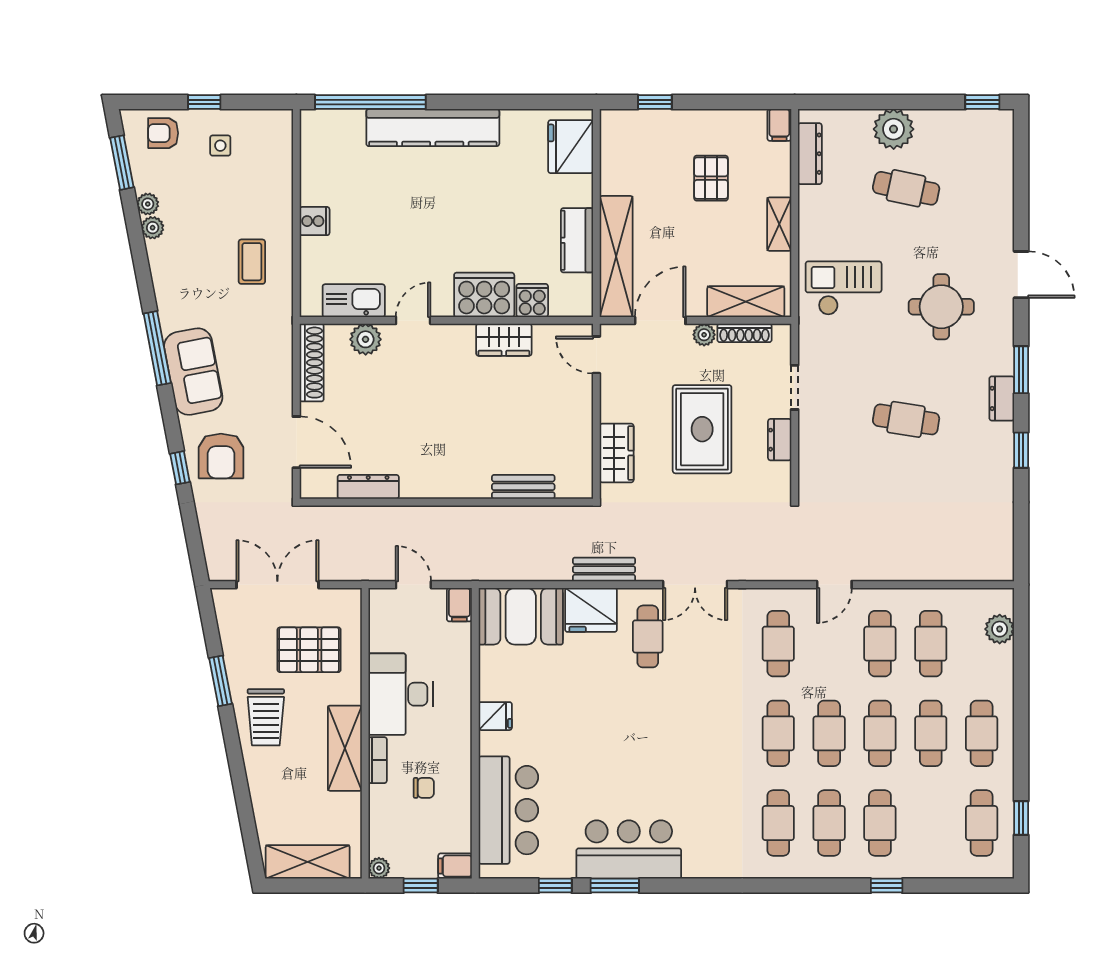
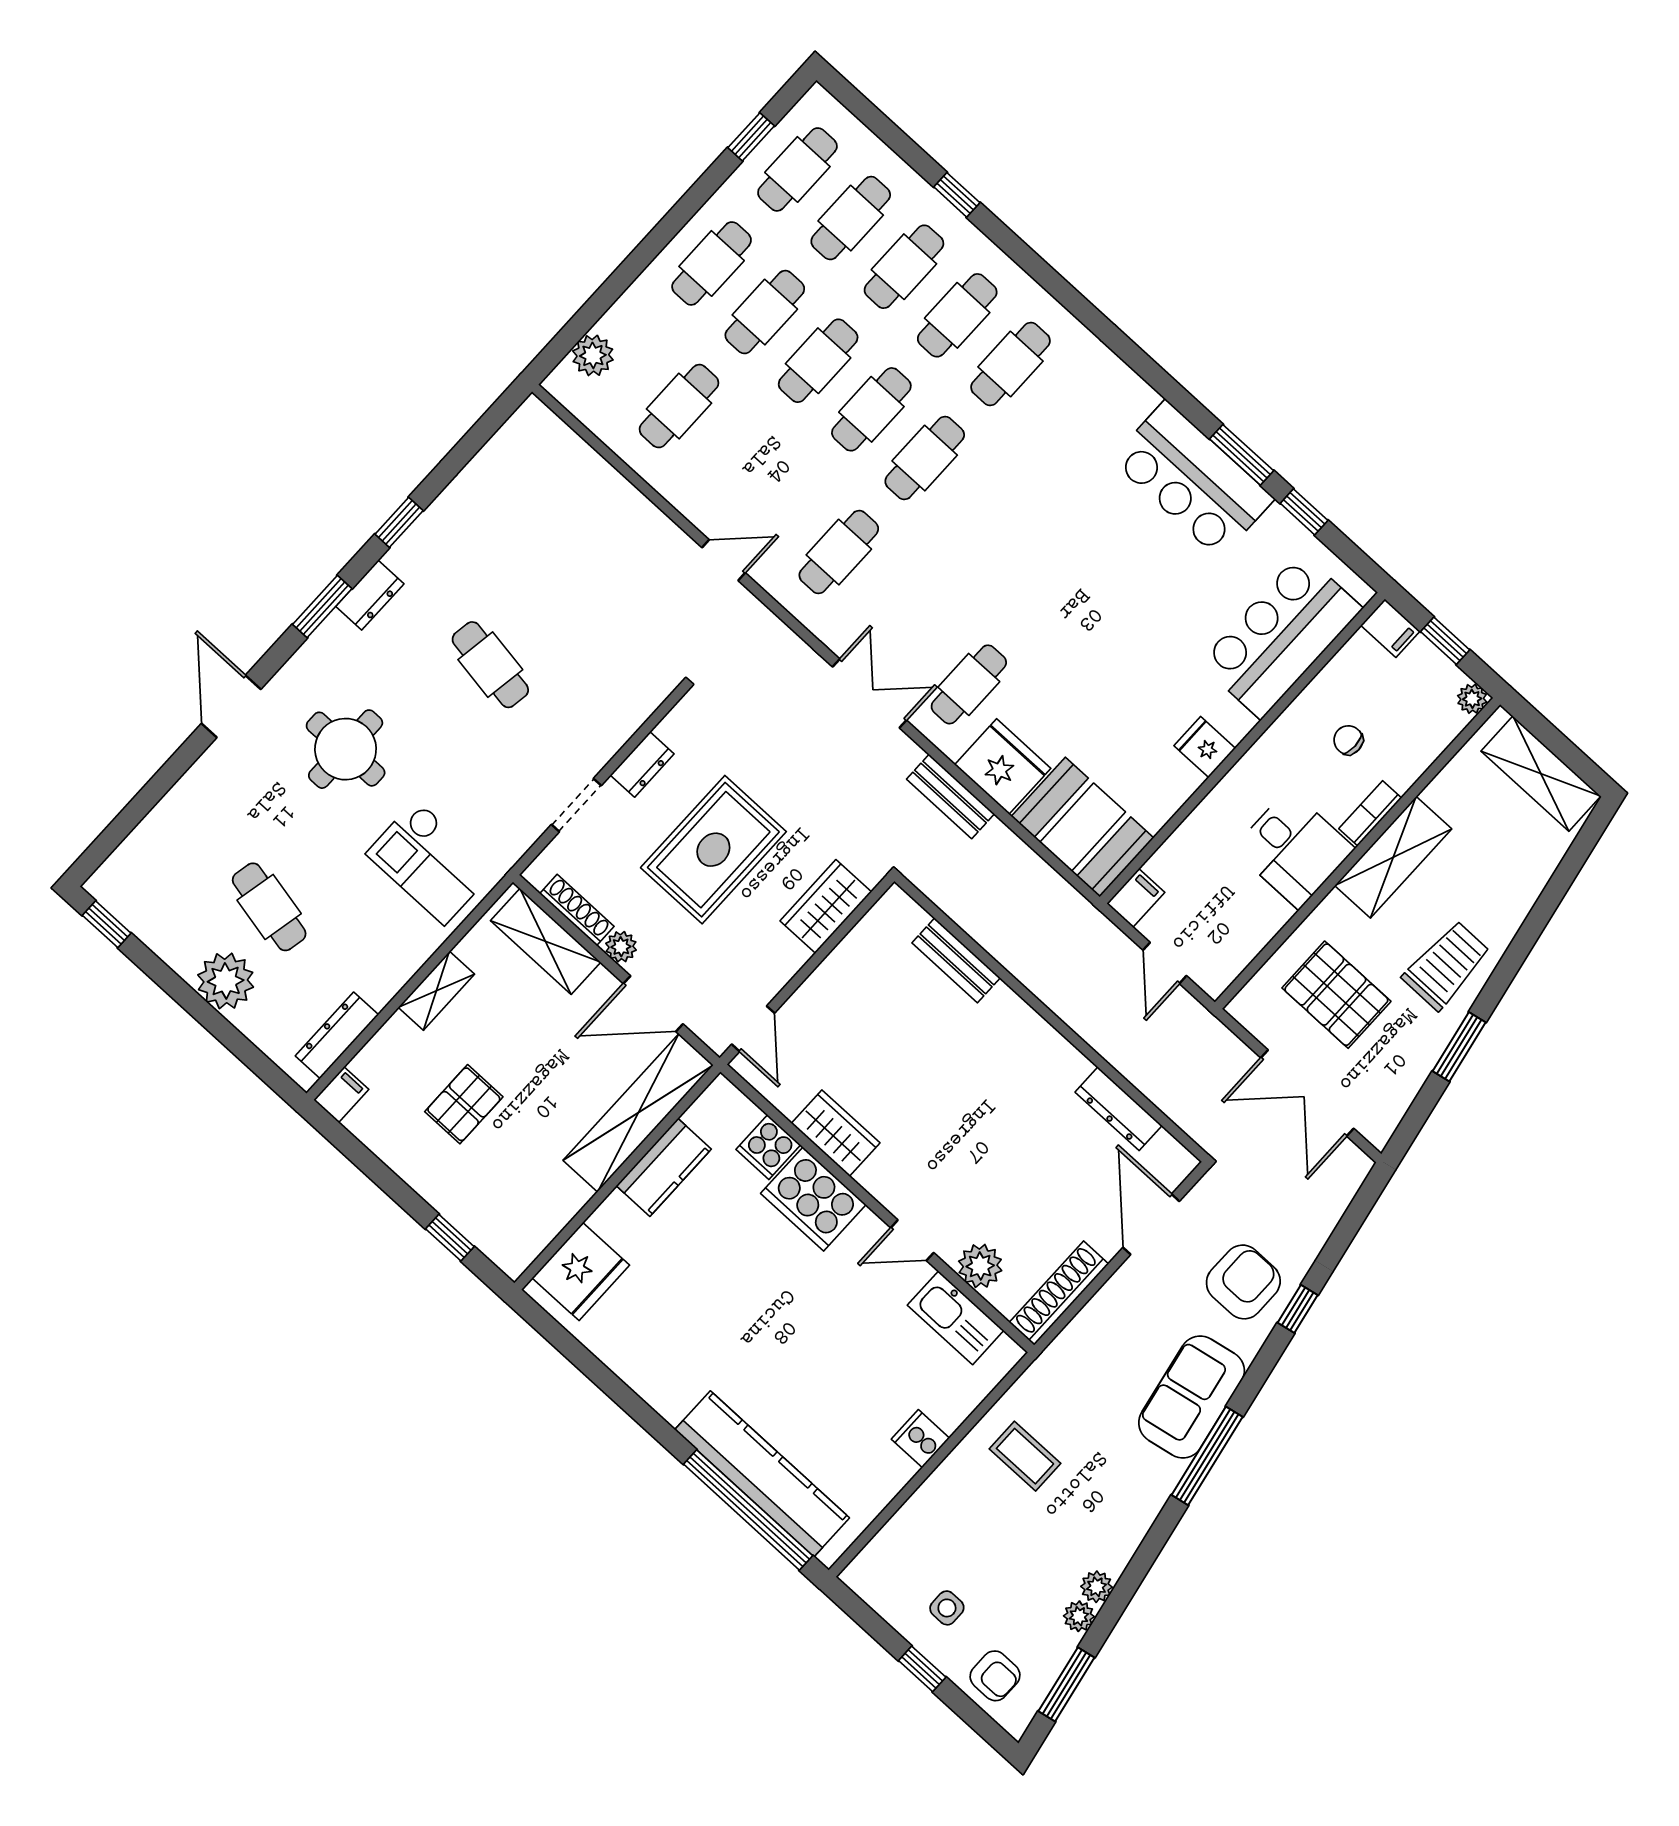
kitchen counter: (433, 128) -> (762, 1474), moved
coffee table: (252, 262) -> (1025, 1456), turned 90
cafe table: (880, 644) -> (851, 218), moved
desk: (401, 694) -> (1294, 849), width x0.73

